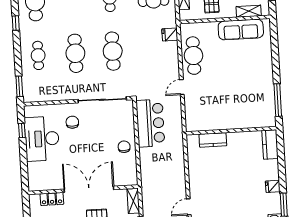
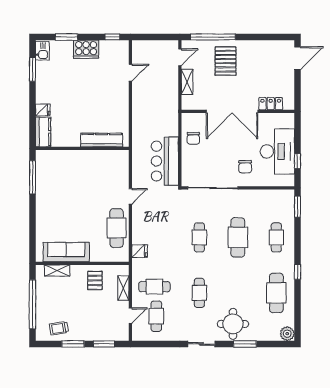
cafe table: (113, 51) -> (199, 237), width x0.73, depth x0.74
kitchen counter: (213, 140) -> (102, 140), width x1.50
fridge: (273, 186) -> (43, 110), moved
double door: (89, 189) -> (232, 111), moved
wall: (83, 190) -> (238, 111), moved
locker: (52, 199) -> (271, 104), moved

